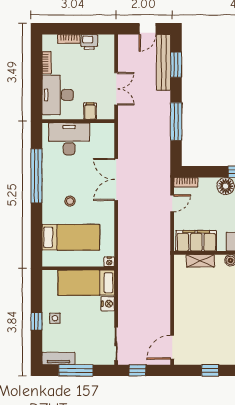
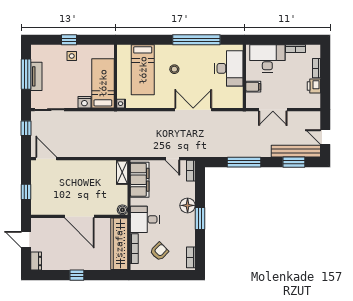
shelving: (200, 261) -> (122, 172), moved
tv unit: (58, 359) -> (36, 76), moved

